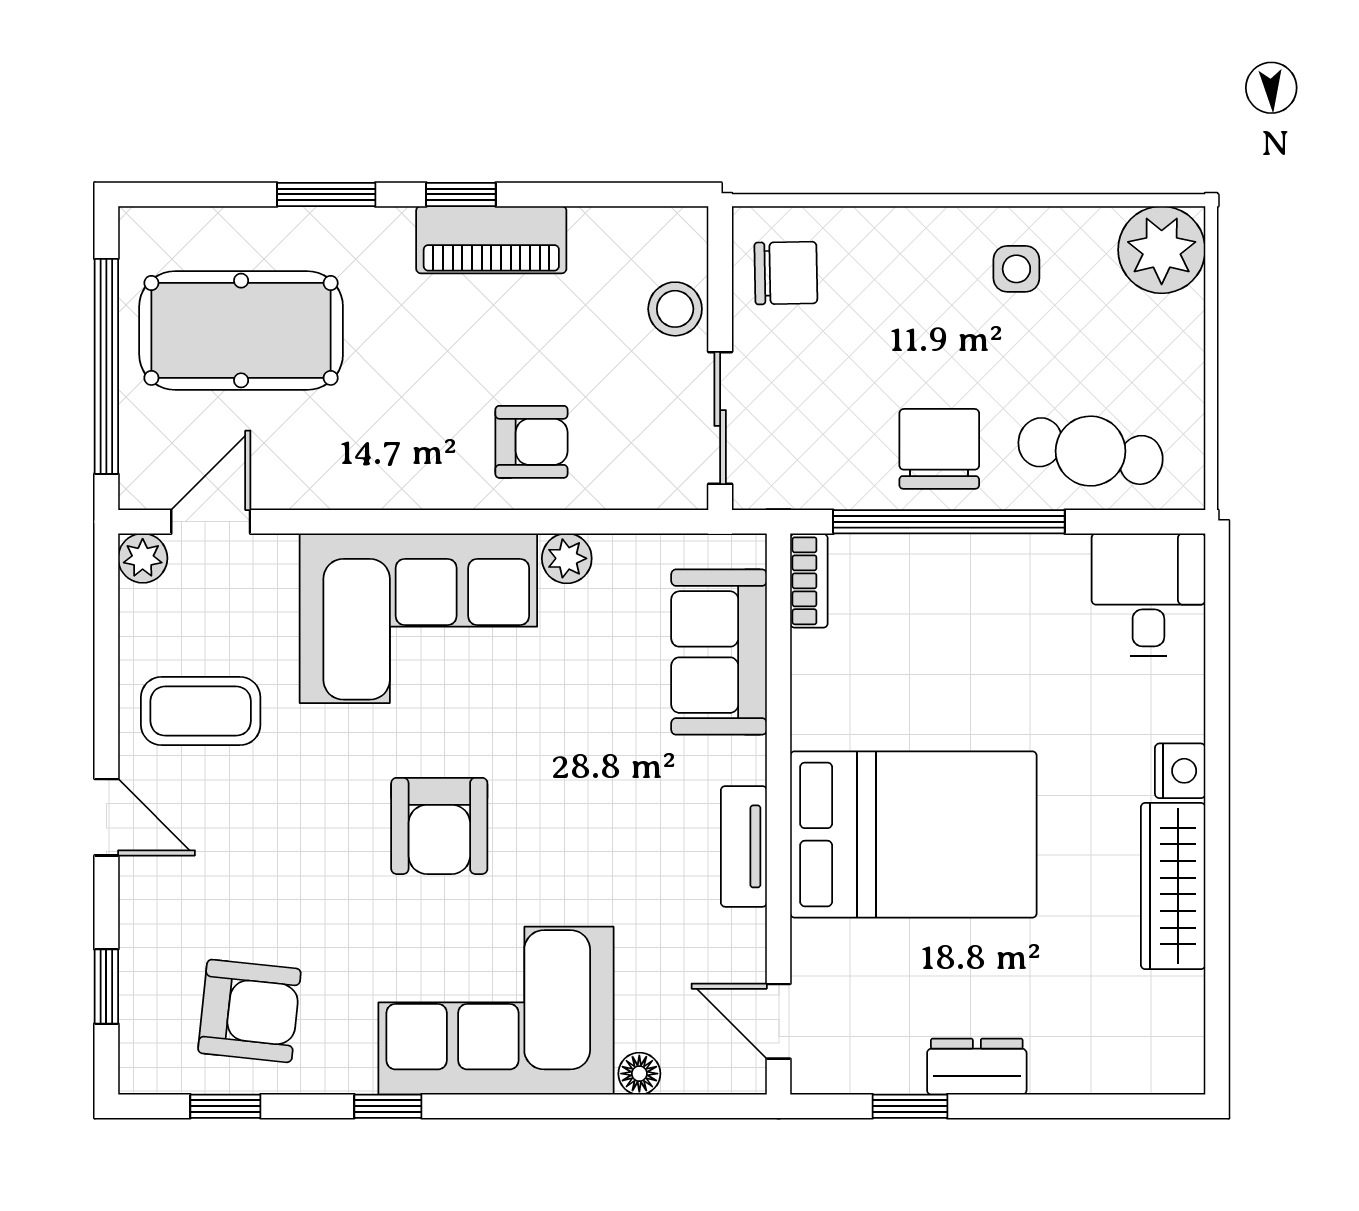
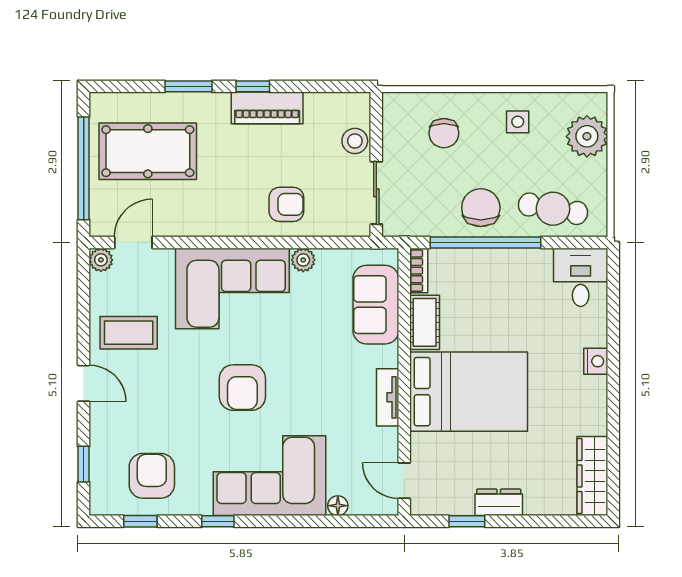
plant: (1162, 250) -> (587, 136), moved
chair: (786, 273) -> (444, 133), moved, turned 91
cot: (821, 689) -> (425, 322), added
wardrobe: (1173, 886) -> (592, 476), moved
armchair: (249, 1011) -> (152, 476), turned -96

